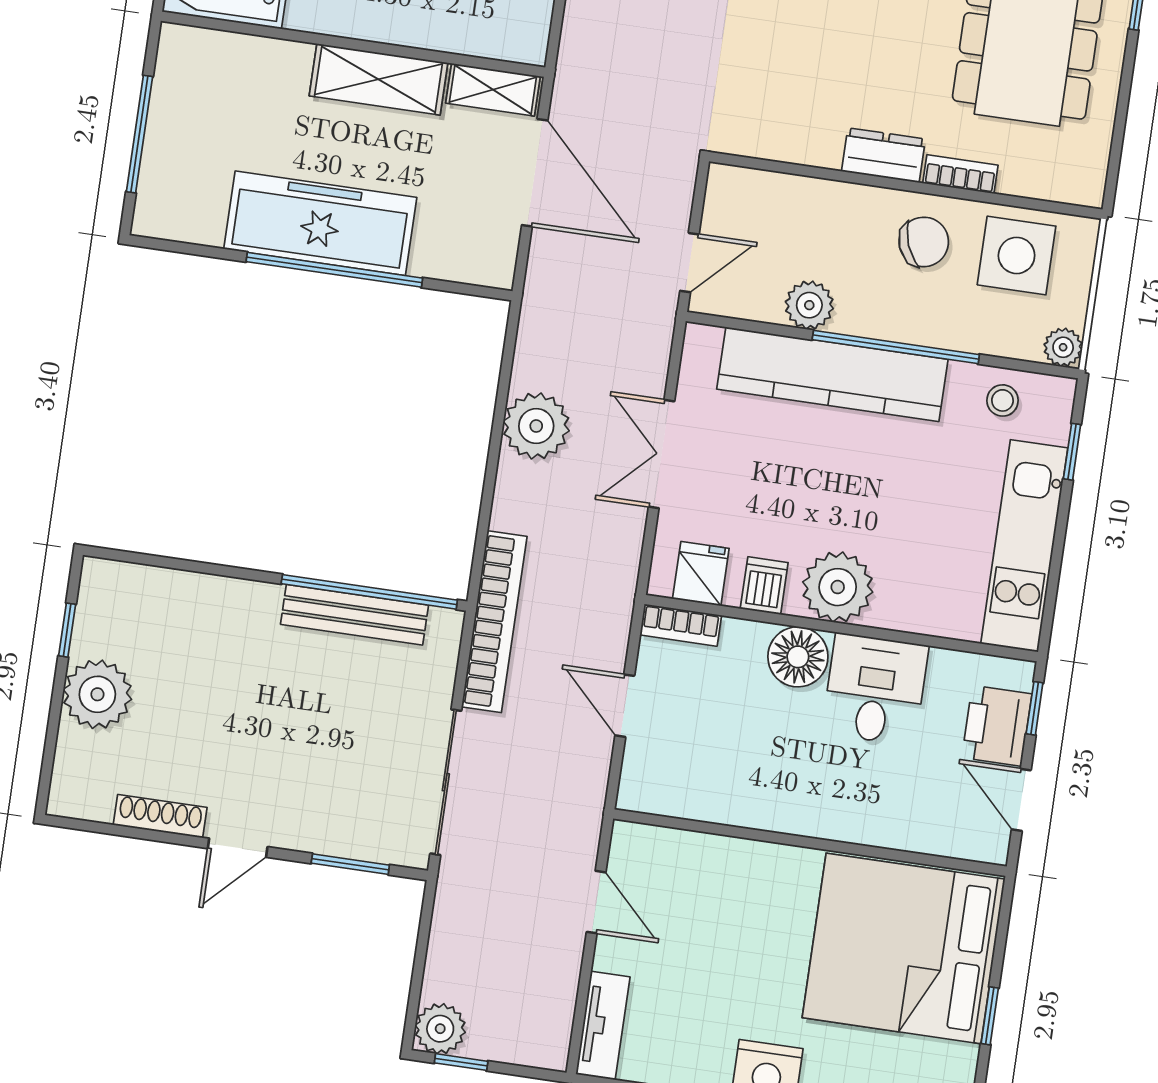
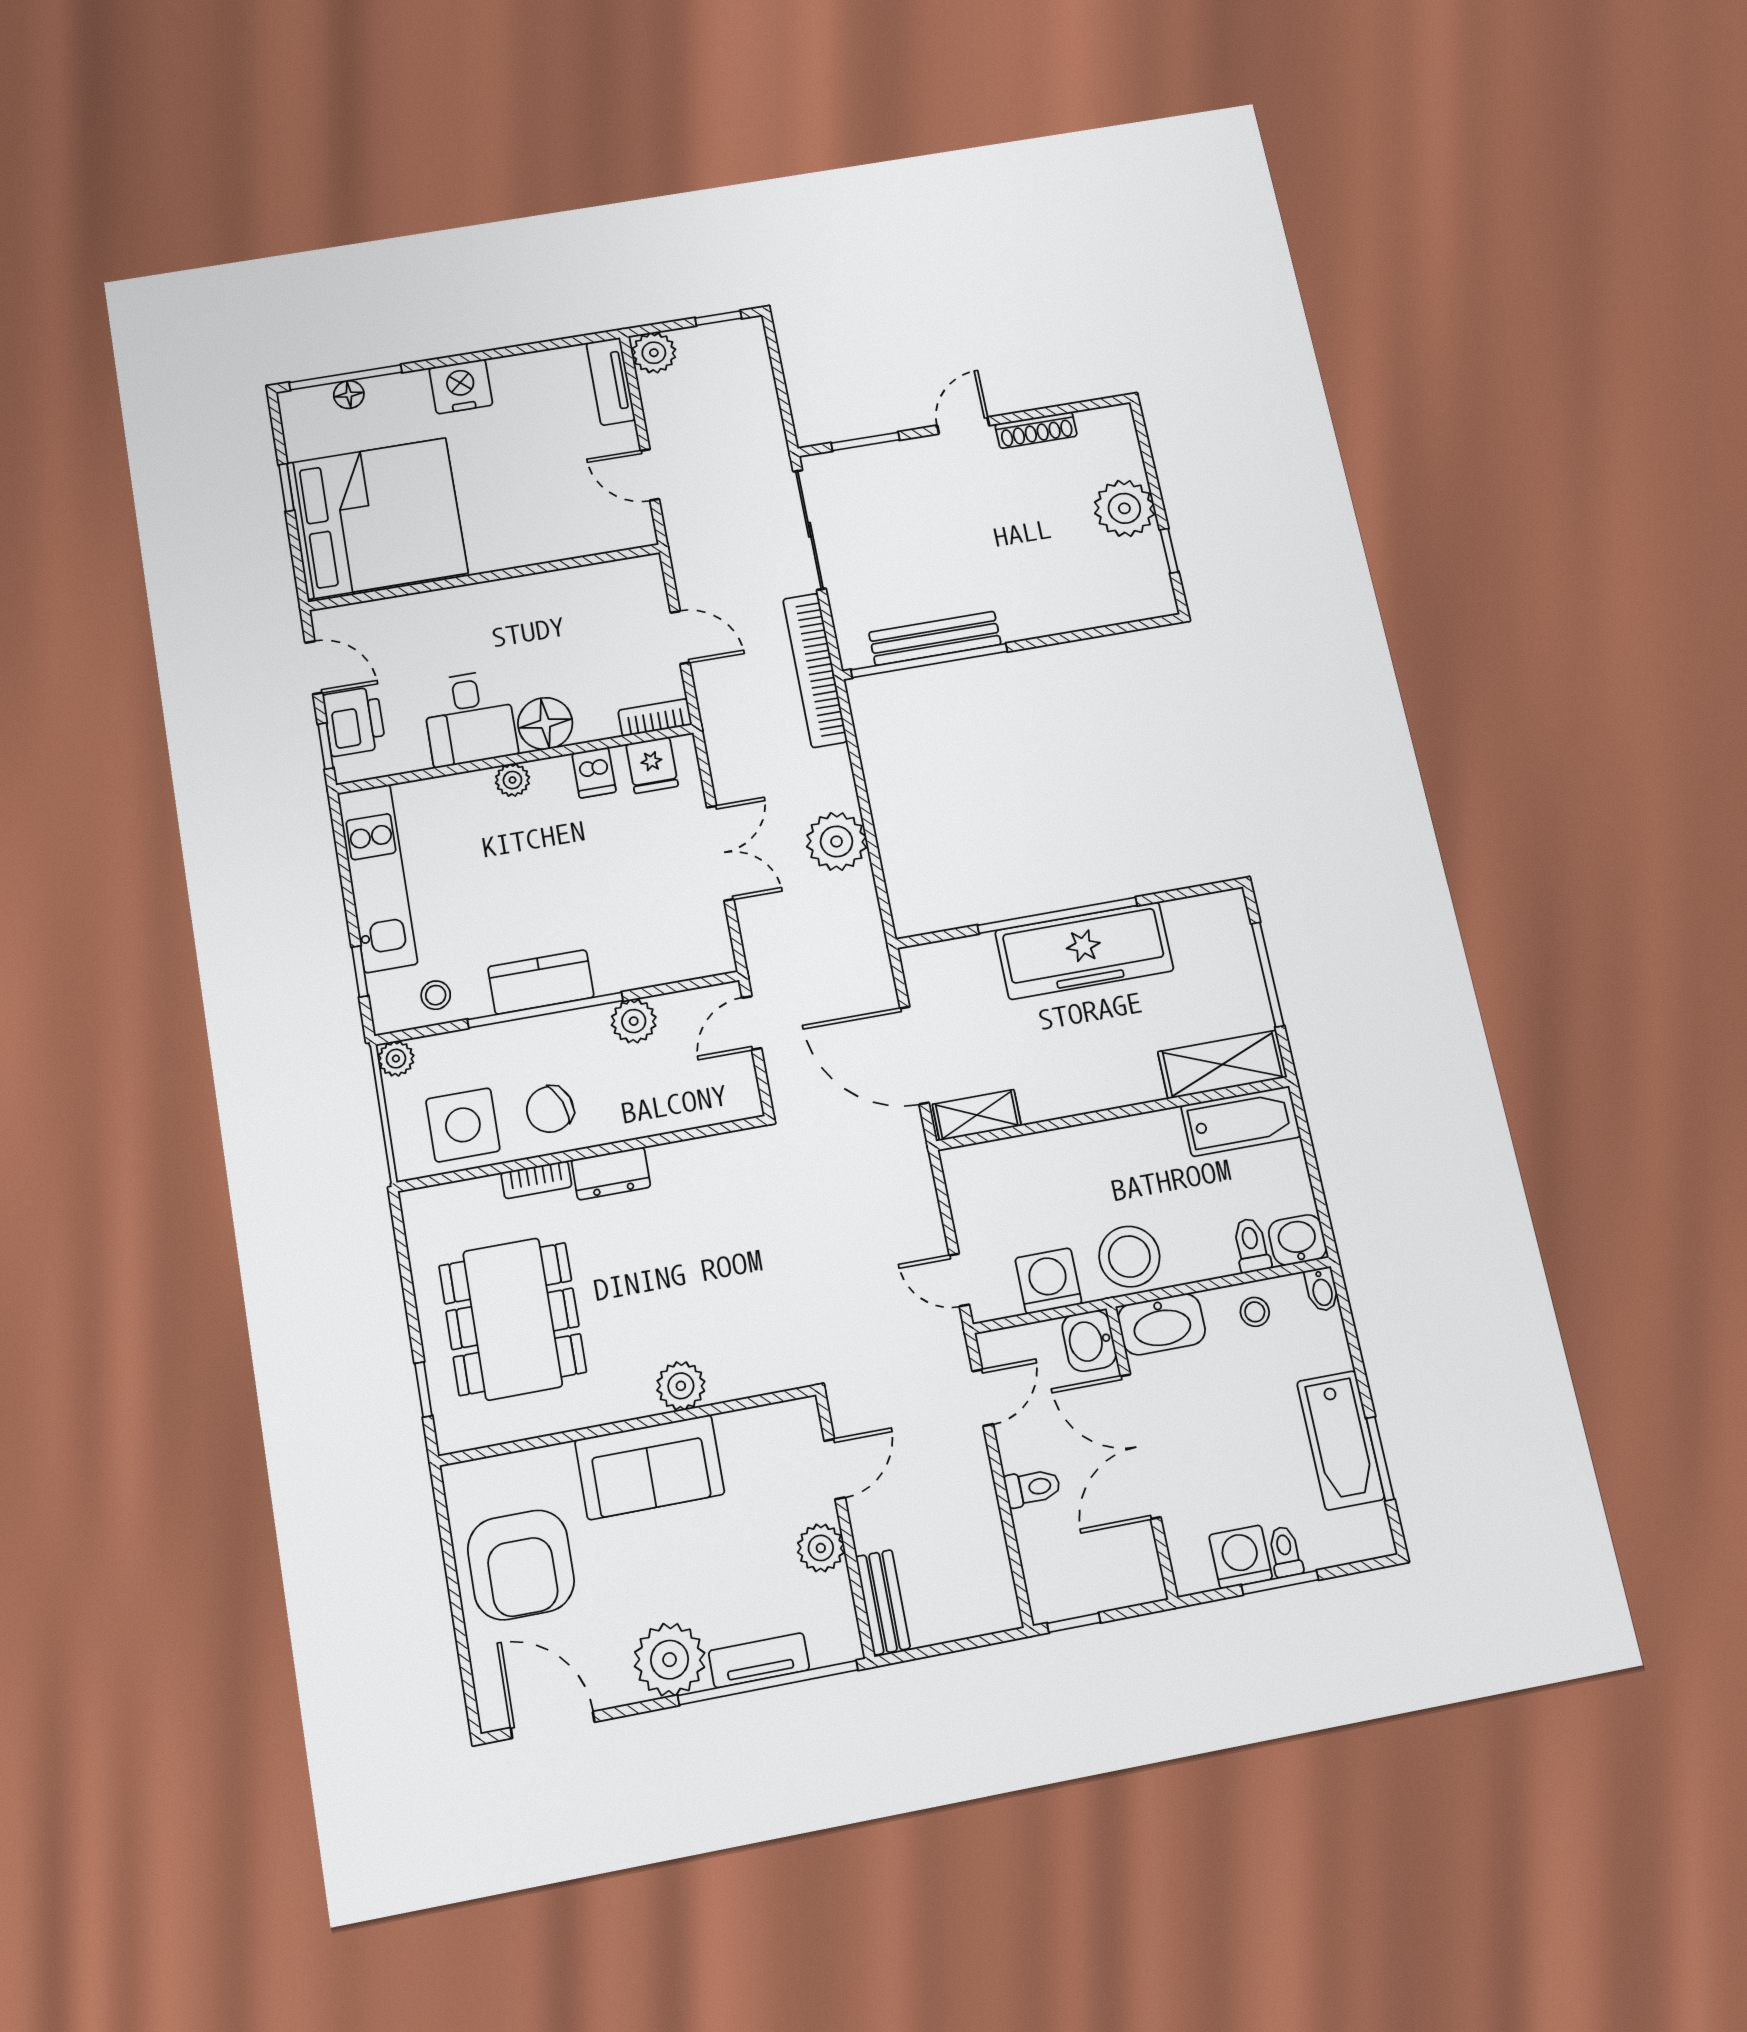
shelving: (379, 79) -> (1222, 1065), moved
kitchen counter: (832, 374) -> (541, 982), width x0.48, depth x0.86
plant: (838, 587) -> (512, 780), width x0.53, depth x0.53
plant: (440, 1029) -> (654, 353), moved

